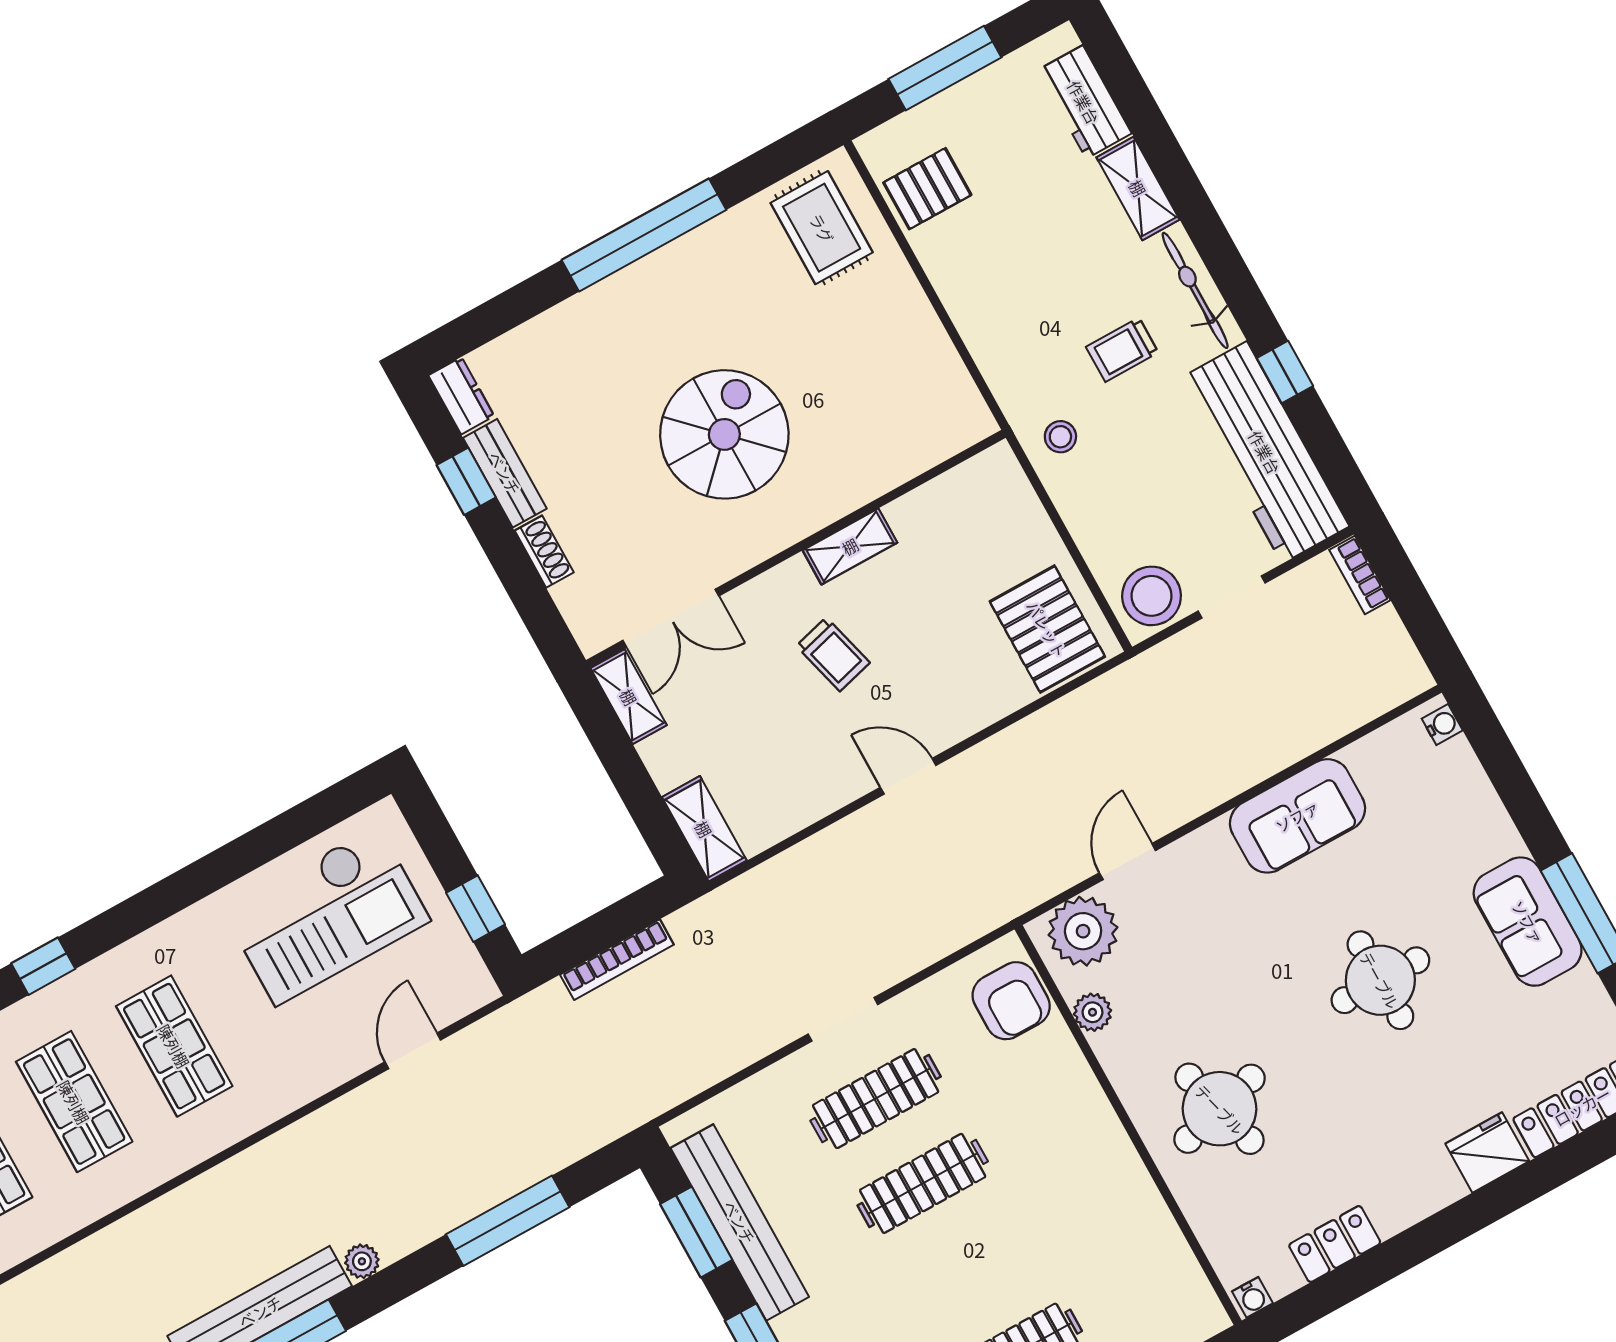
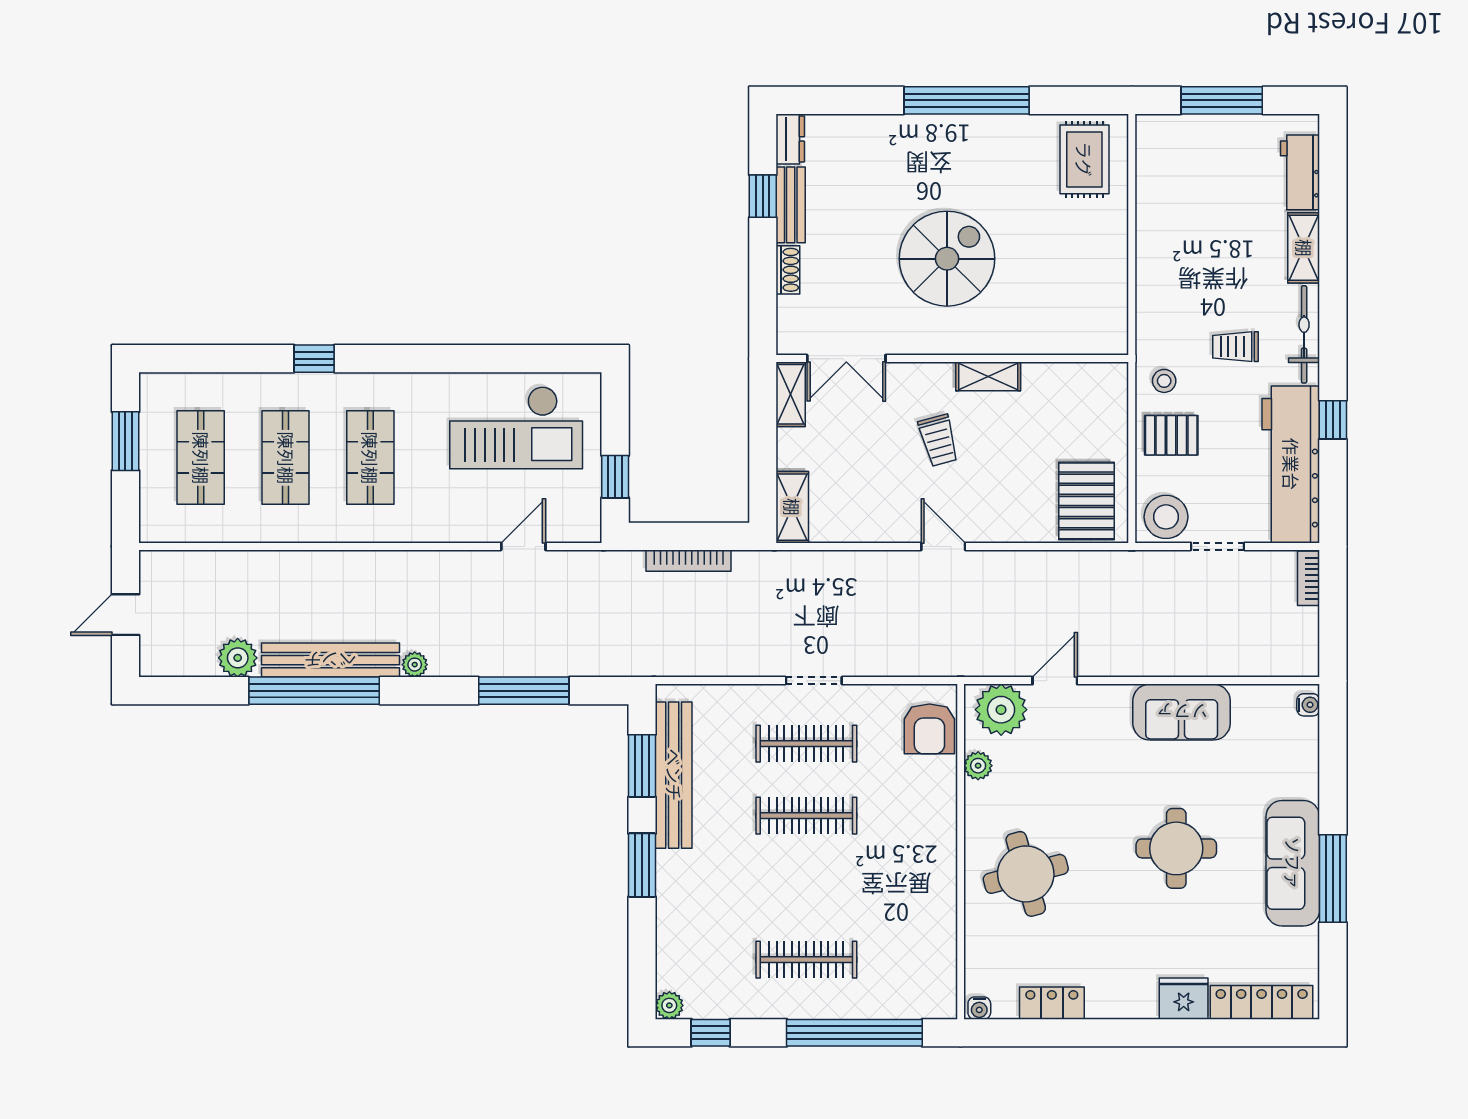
pallet: (927, 189) -> (1171, 435), moved
sofa: (1528, 922) -> (1293, 863), width x1.36

